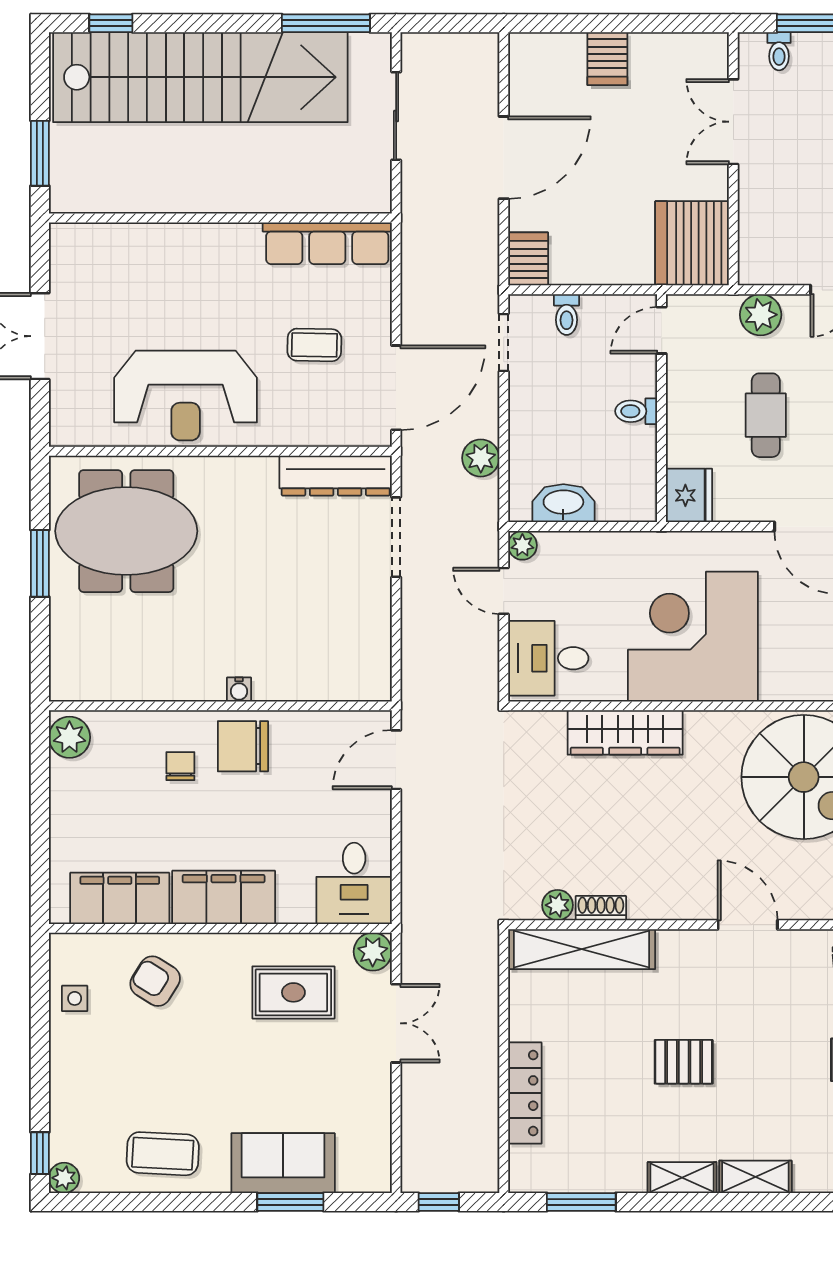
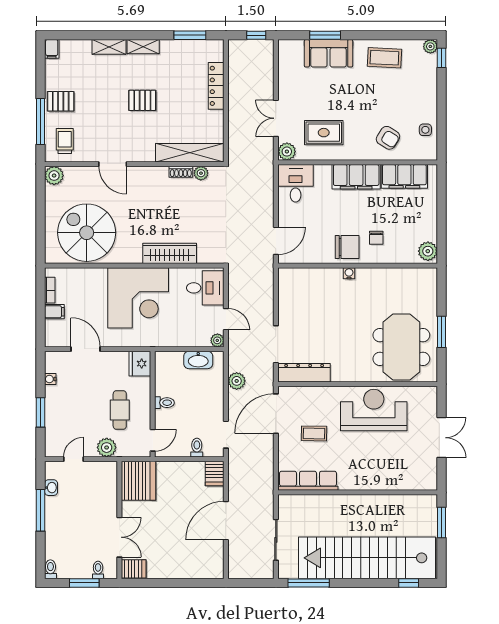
server rack: (607, 59) -> (134, 569), moved, turned 90
cafe table: (766, 415) -> (120, 410), moved
meeting table: (126, 531) -> (401, 347), turned 90

